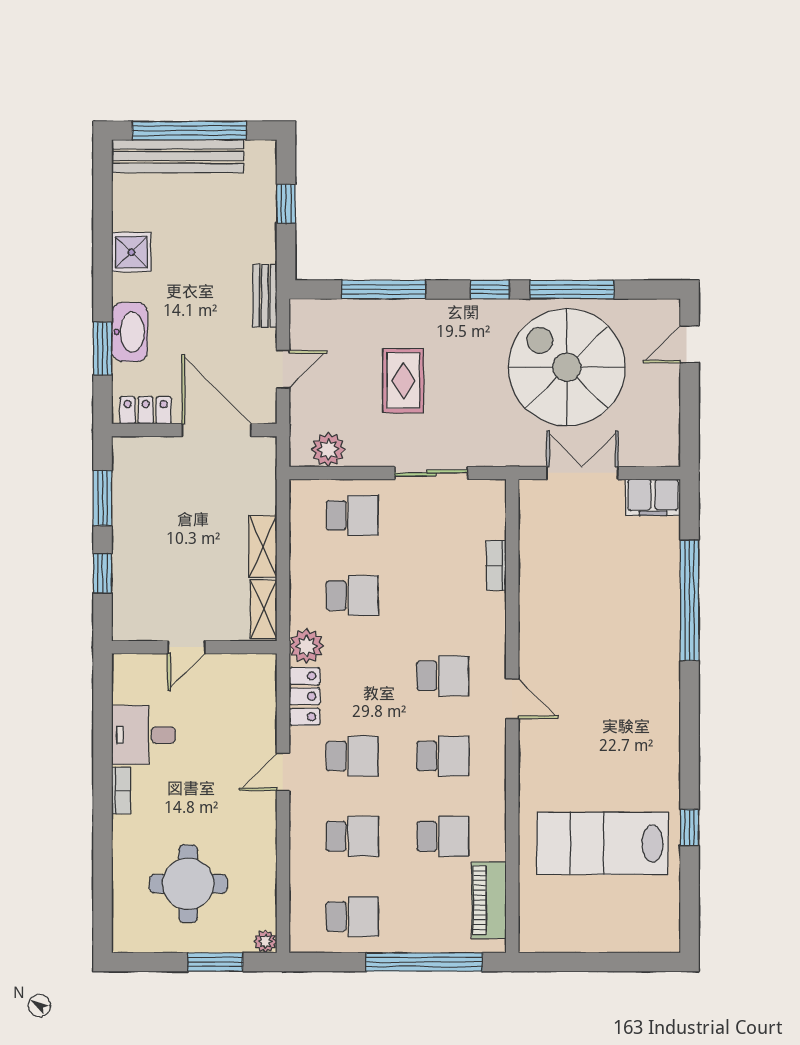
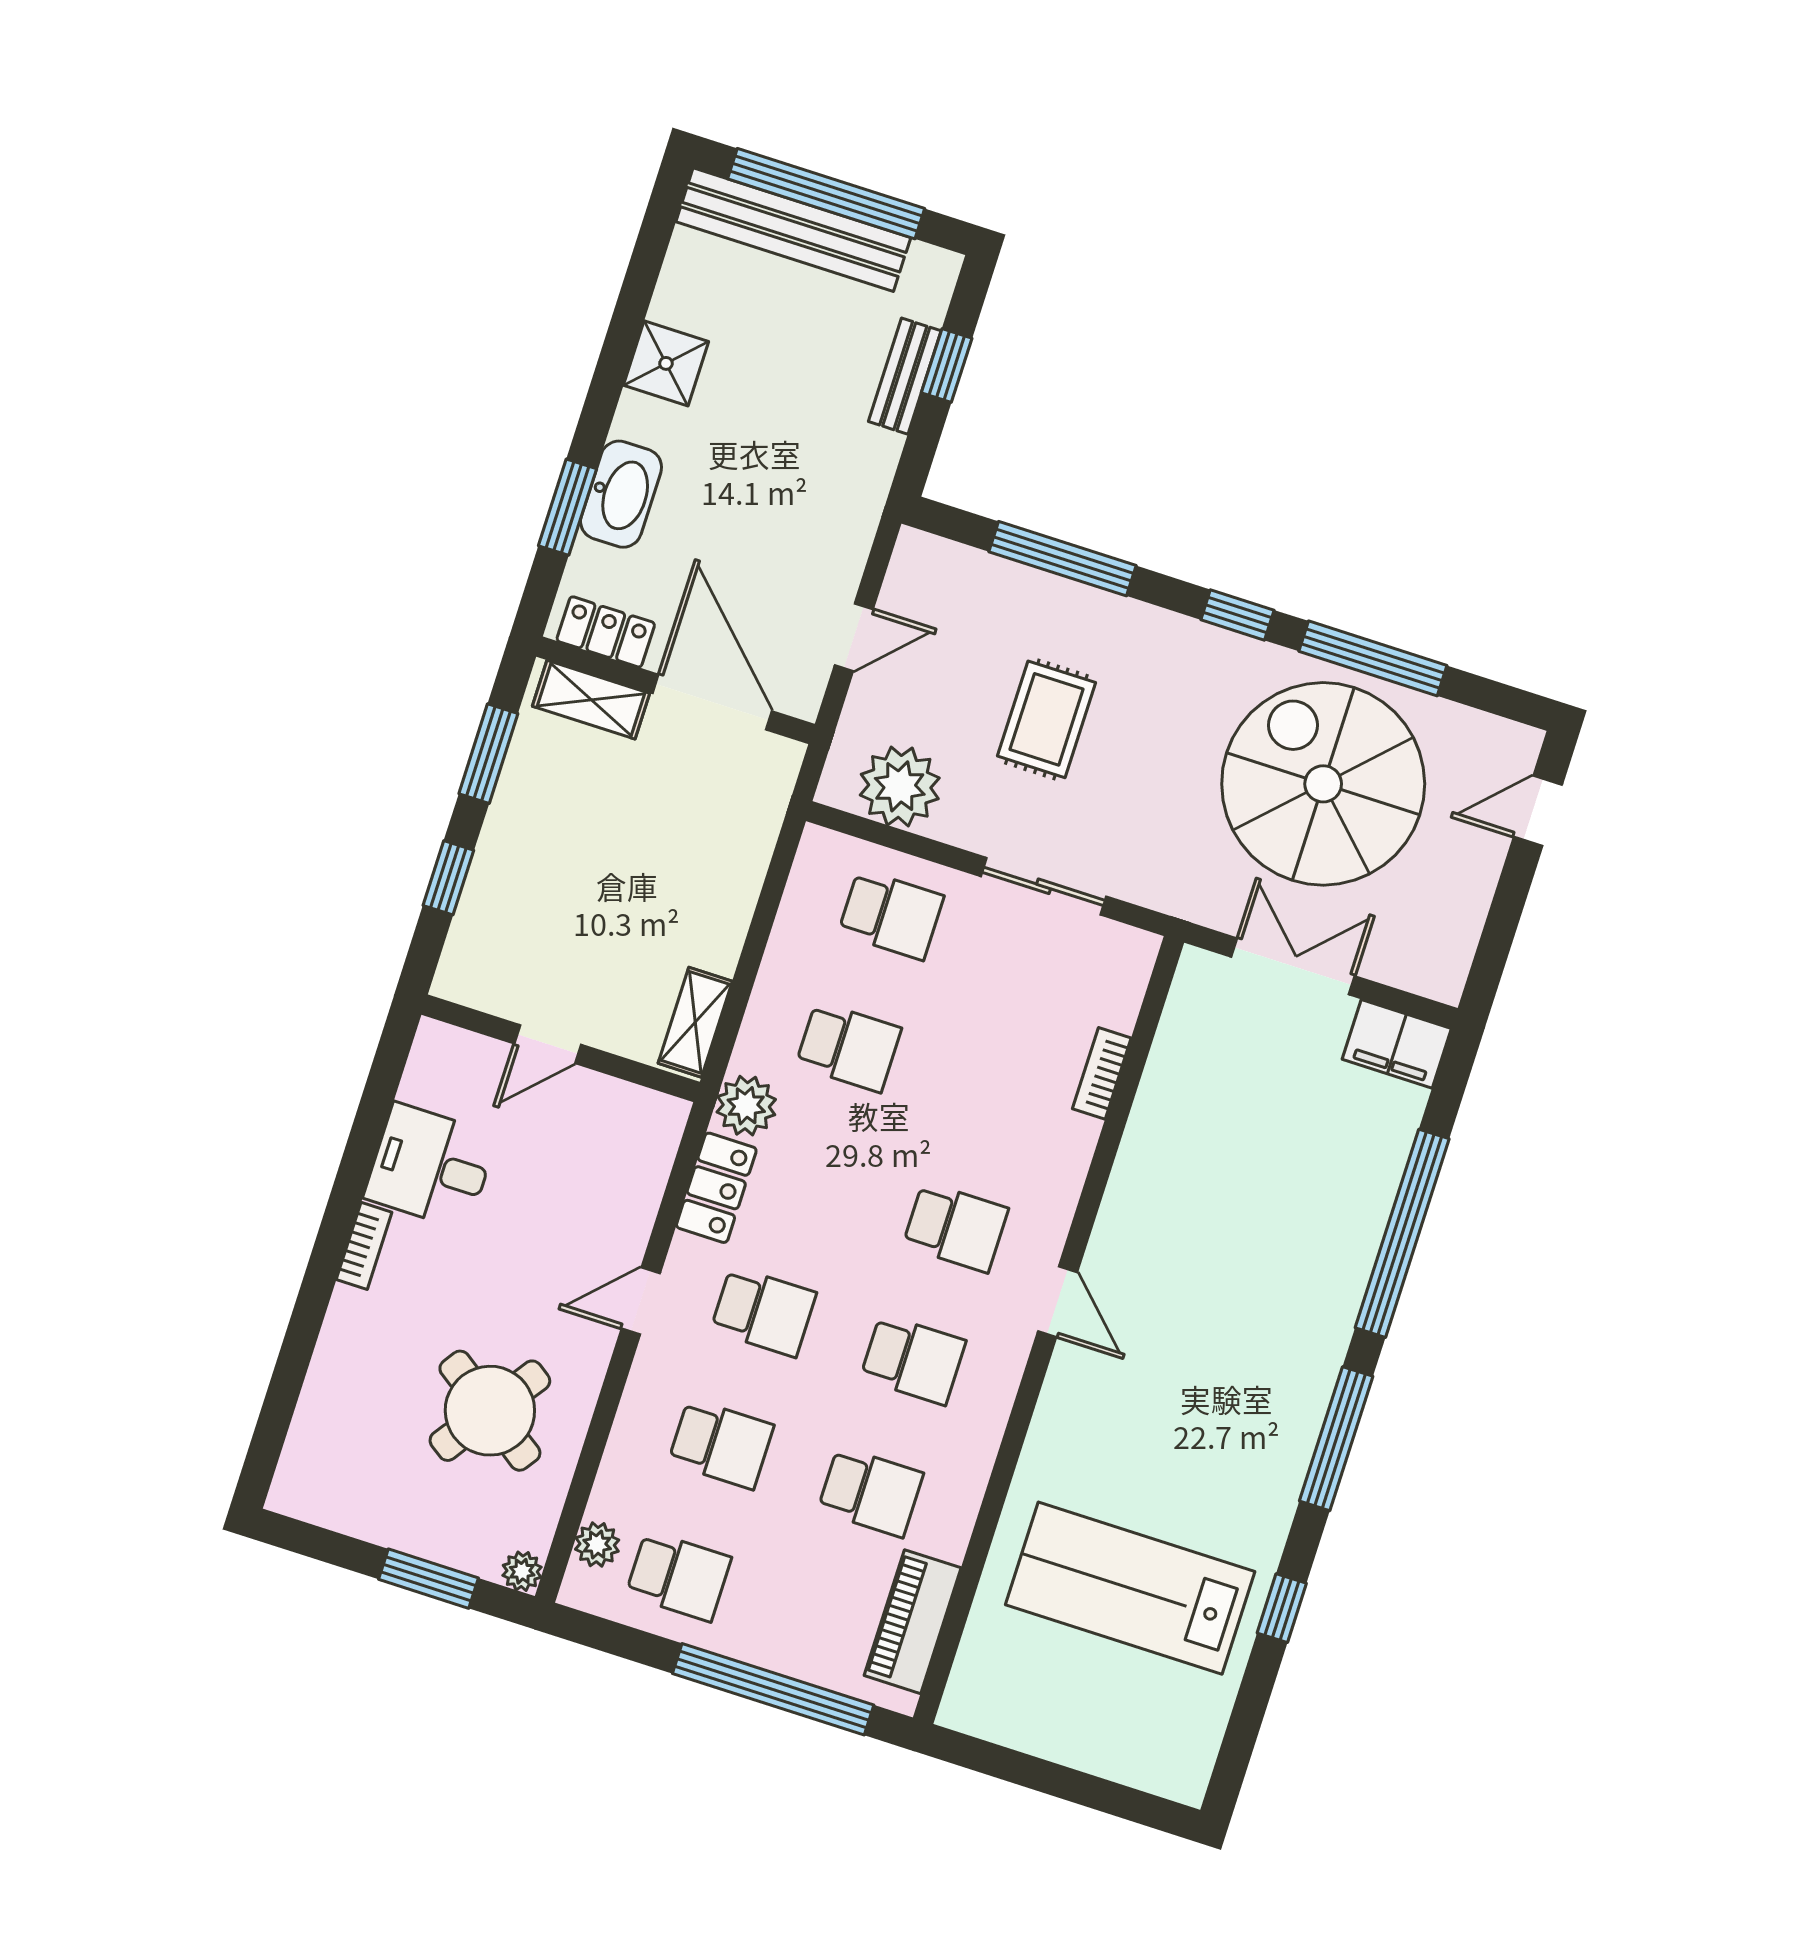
bench: (265, 296) -> (905, 376), moved
plant: (328, 450) -> (900, 786), width x1.36, depth x1.36
shelving: (263, 546) -> (591, 700), moved, turned 90
window: (689, 725) -> (1336, 1439), added
round table: (188, 884) -> (490, 1411), moved, turned 35
plant: (302, 913) -> (597, 1545), added

